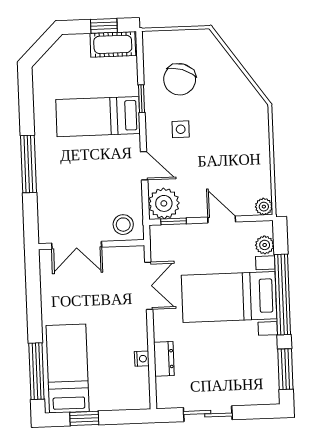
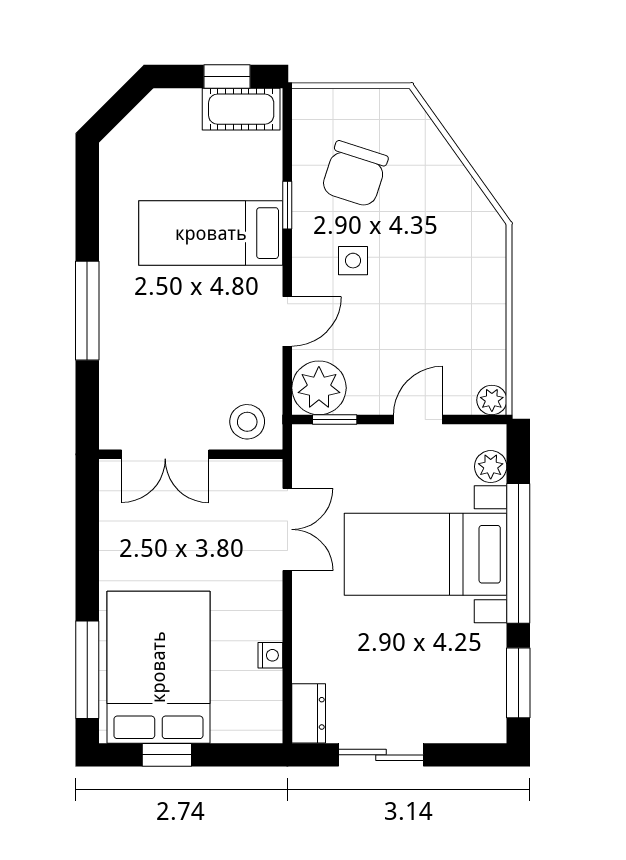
door: (144, 166) -> (287, 321), hinge flipped
door: (222, 219) -> (418, 420), hinge flipped
dresser: (164, 359) -> (309, 713), moved
bed: (68, 368) -> (158, 667), width x1.50

